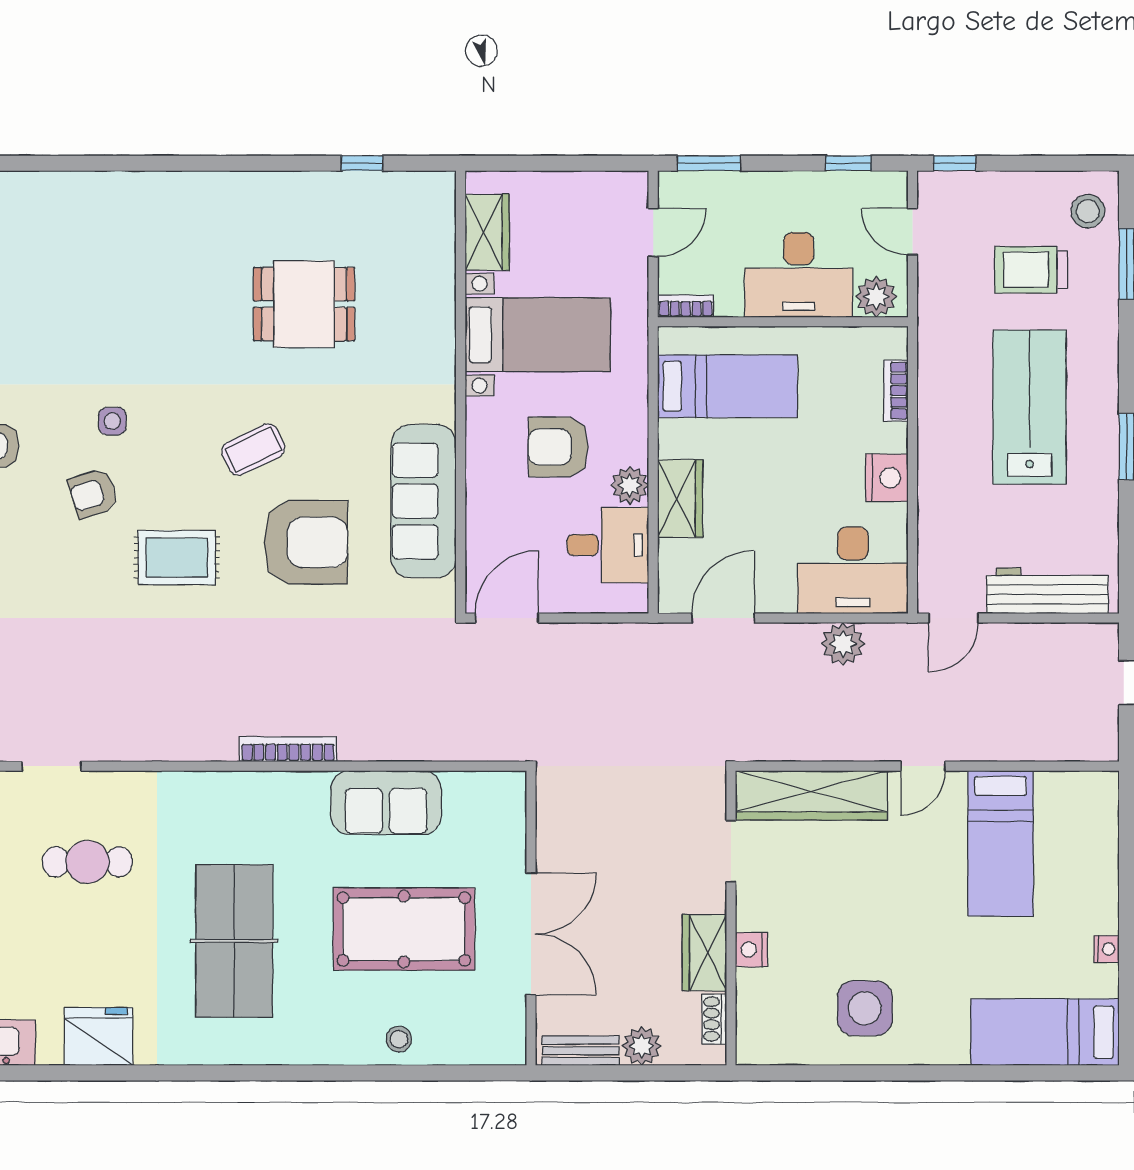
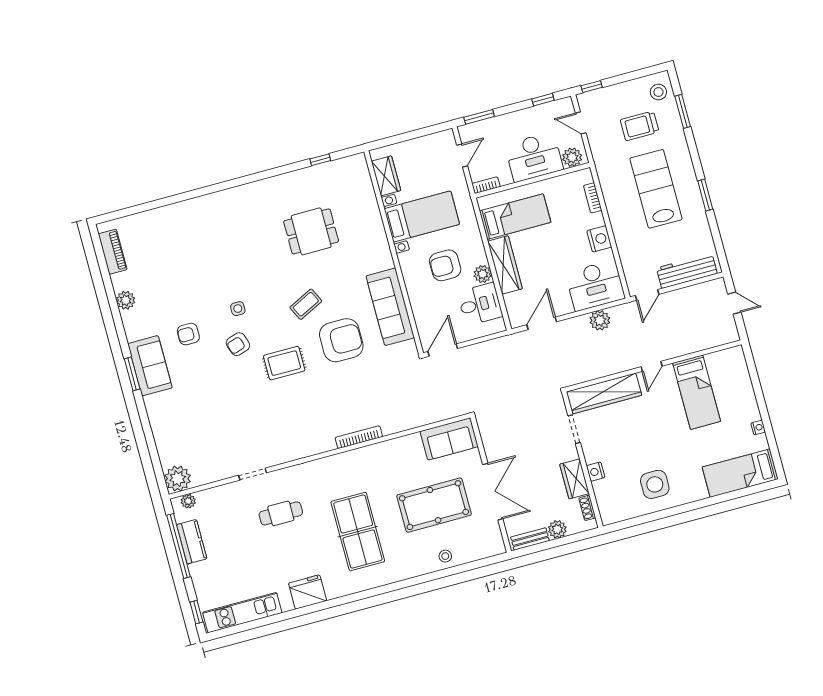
wardrobe: (680, 498) -> (505, 265), width x1.50
sofa: (386, 803) -> (449, 439), moved

